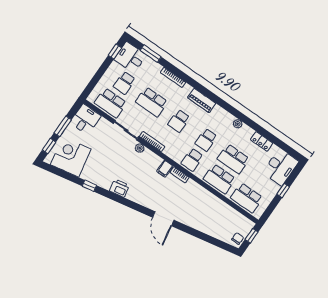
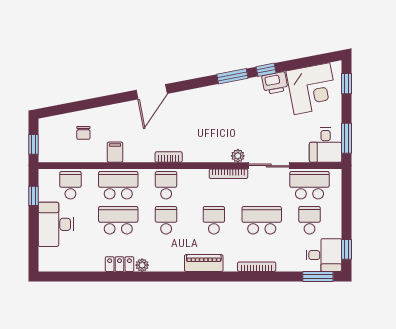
window: (151, 54) -> (318, 276), moved
window: (63, 126) -> (347, 138), moved
locker: (262, 141) -> (120, 264), moved
desk: (281, 167) -> (56, 224), moved
filing cabinet: (165, 169) -> (115, 152), moved
printer: (119, 188) -> (275, 83), moved
window: (283, 190) -> (33, 196), moved
window: (111, 195) -> (232, 76), added
school desk: (247, 198) -> (70, 185), width x0.54
door: (163, 219) -> (152, 92), swing flipped
chair: (238, 238) -> (83, 133), moved

